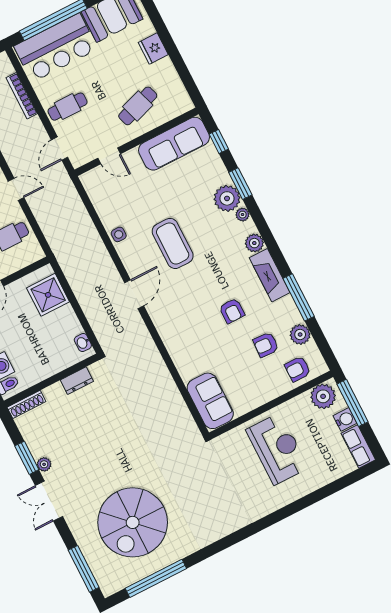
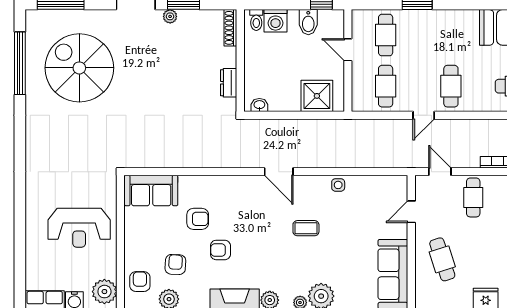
coffee table: (173, 243) -> (306, 228), width x0.54, depth x0.58
armchair: (214, 346) -> (198, 219), added

